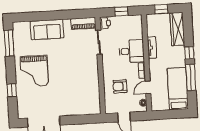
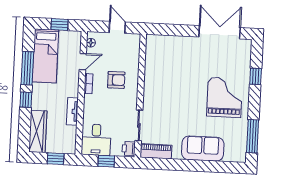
desk: (132, 51) -> (96, 140), moved, turned -90
armchair: (120, 86) -> (116, 80), moved
window: (169, 114) -> (59, 24), added

